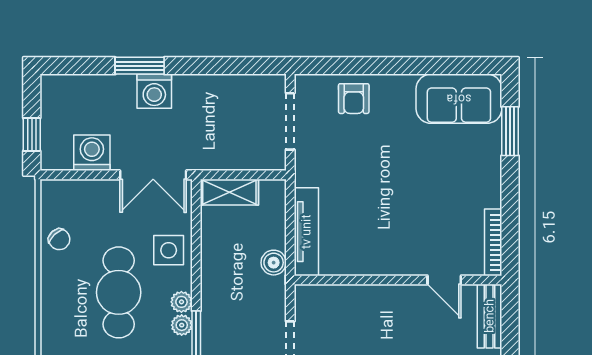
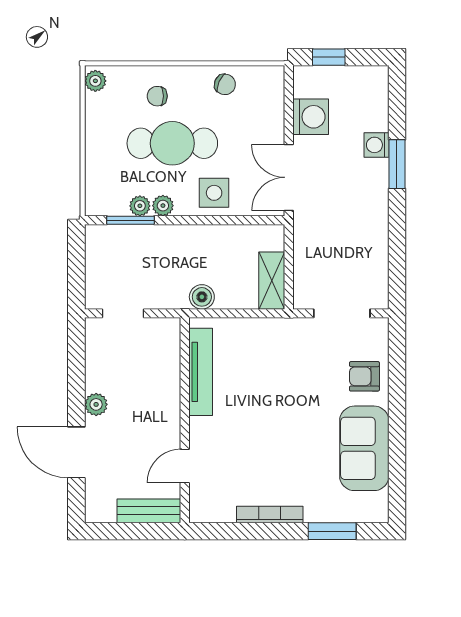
washing machine: (154, 91) -> (376, 145), moved, width x0.73, depth x0.73
sofa: (459, 99) -> (364, 448), moved
shelving: (229, 192) -> (272, 281), moved
tv unit: (306, 232) -> (201, 372), moved, turned -90
chair: (59, 239) -> (225, 84), turned -113
bookcase: (493, 242) -> (270, 514), moved
chair: (71, 308) -> (157, 96), added

